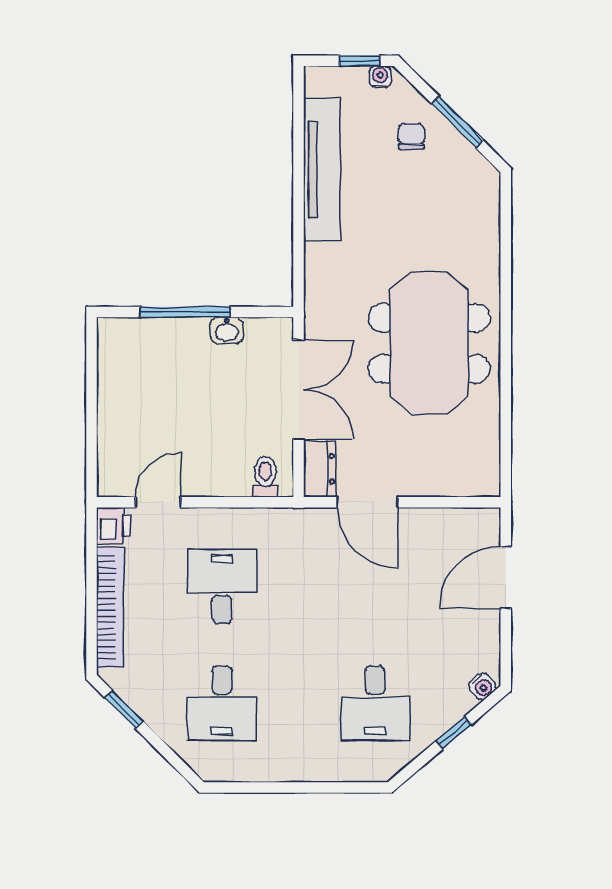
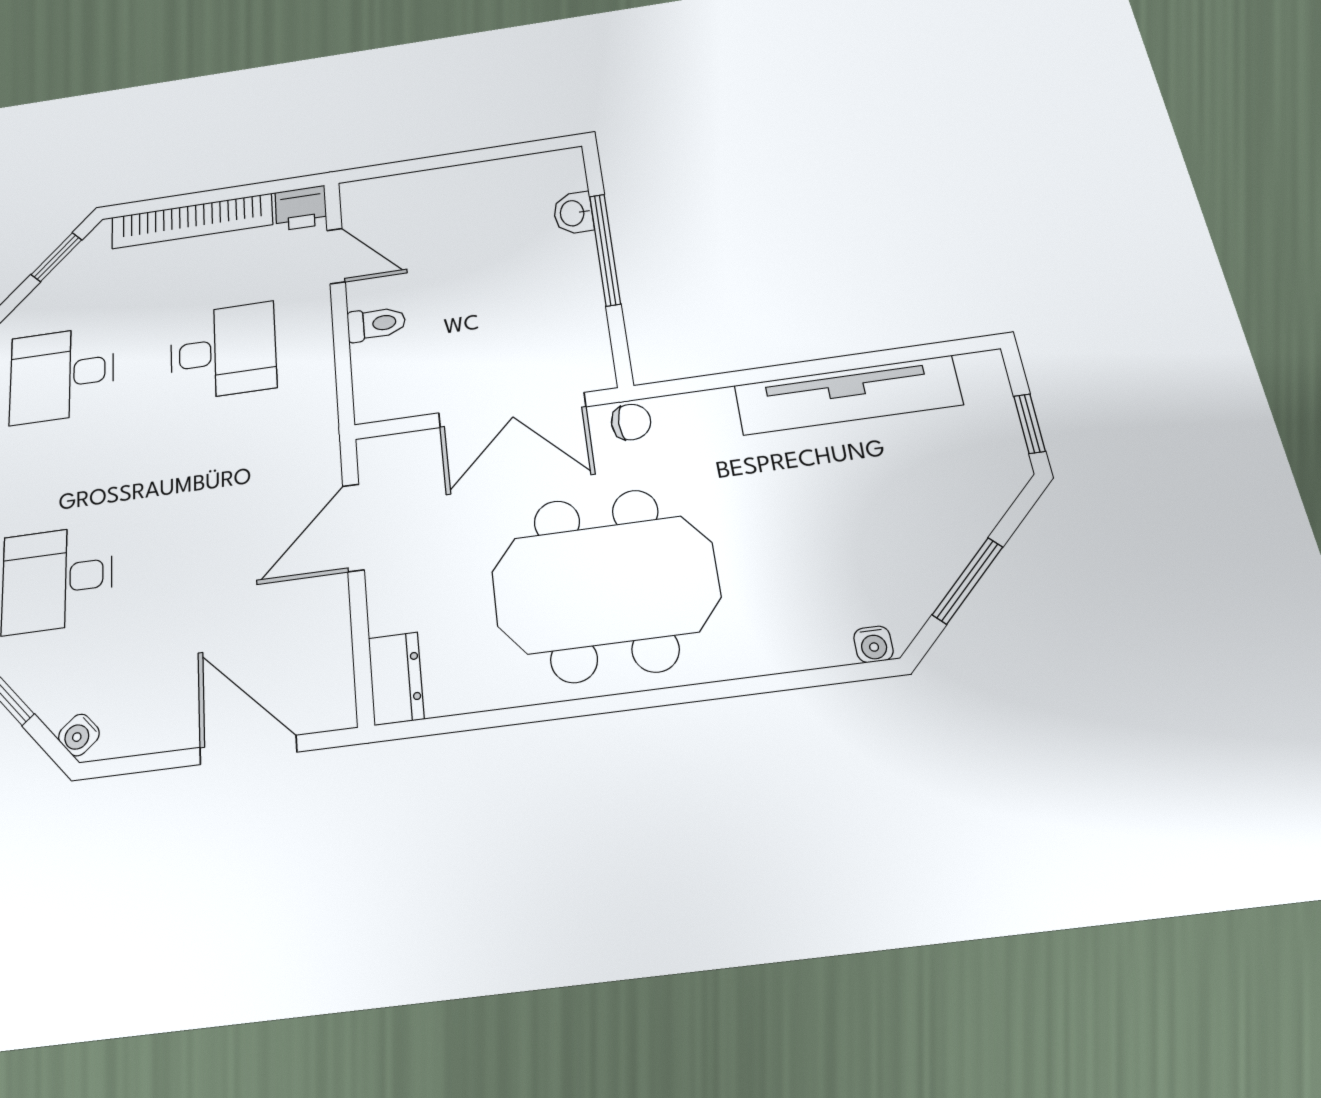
water cooler: (380, 77) -> (873, 644), moved, turned 90
chair: (411, 136) -> (631, 422), moved
washbasin: (227, 330) -> (573, 213), moved
dresser: (320, 469) -> (396, 678), moved, turned -90
toilet: (265, 477) -> (376, 324), moved

